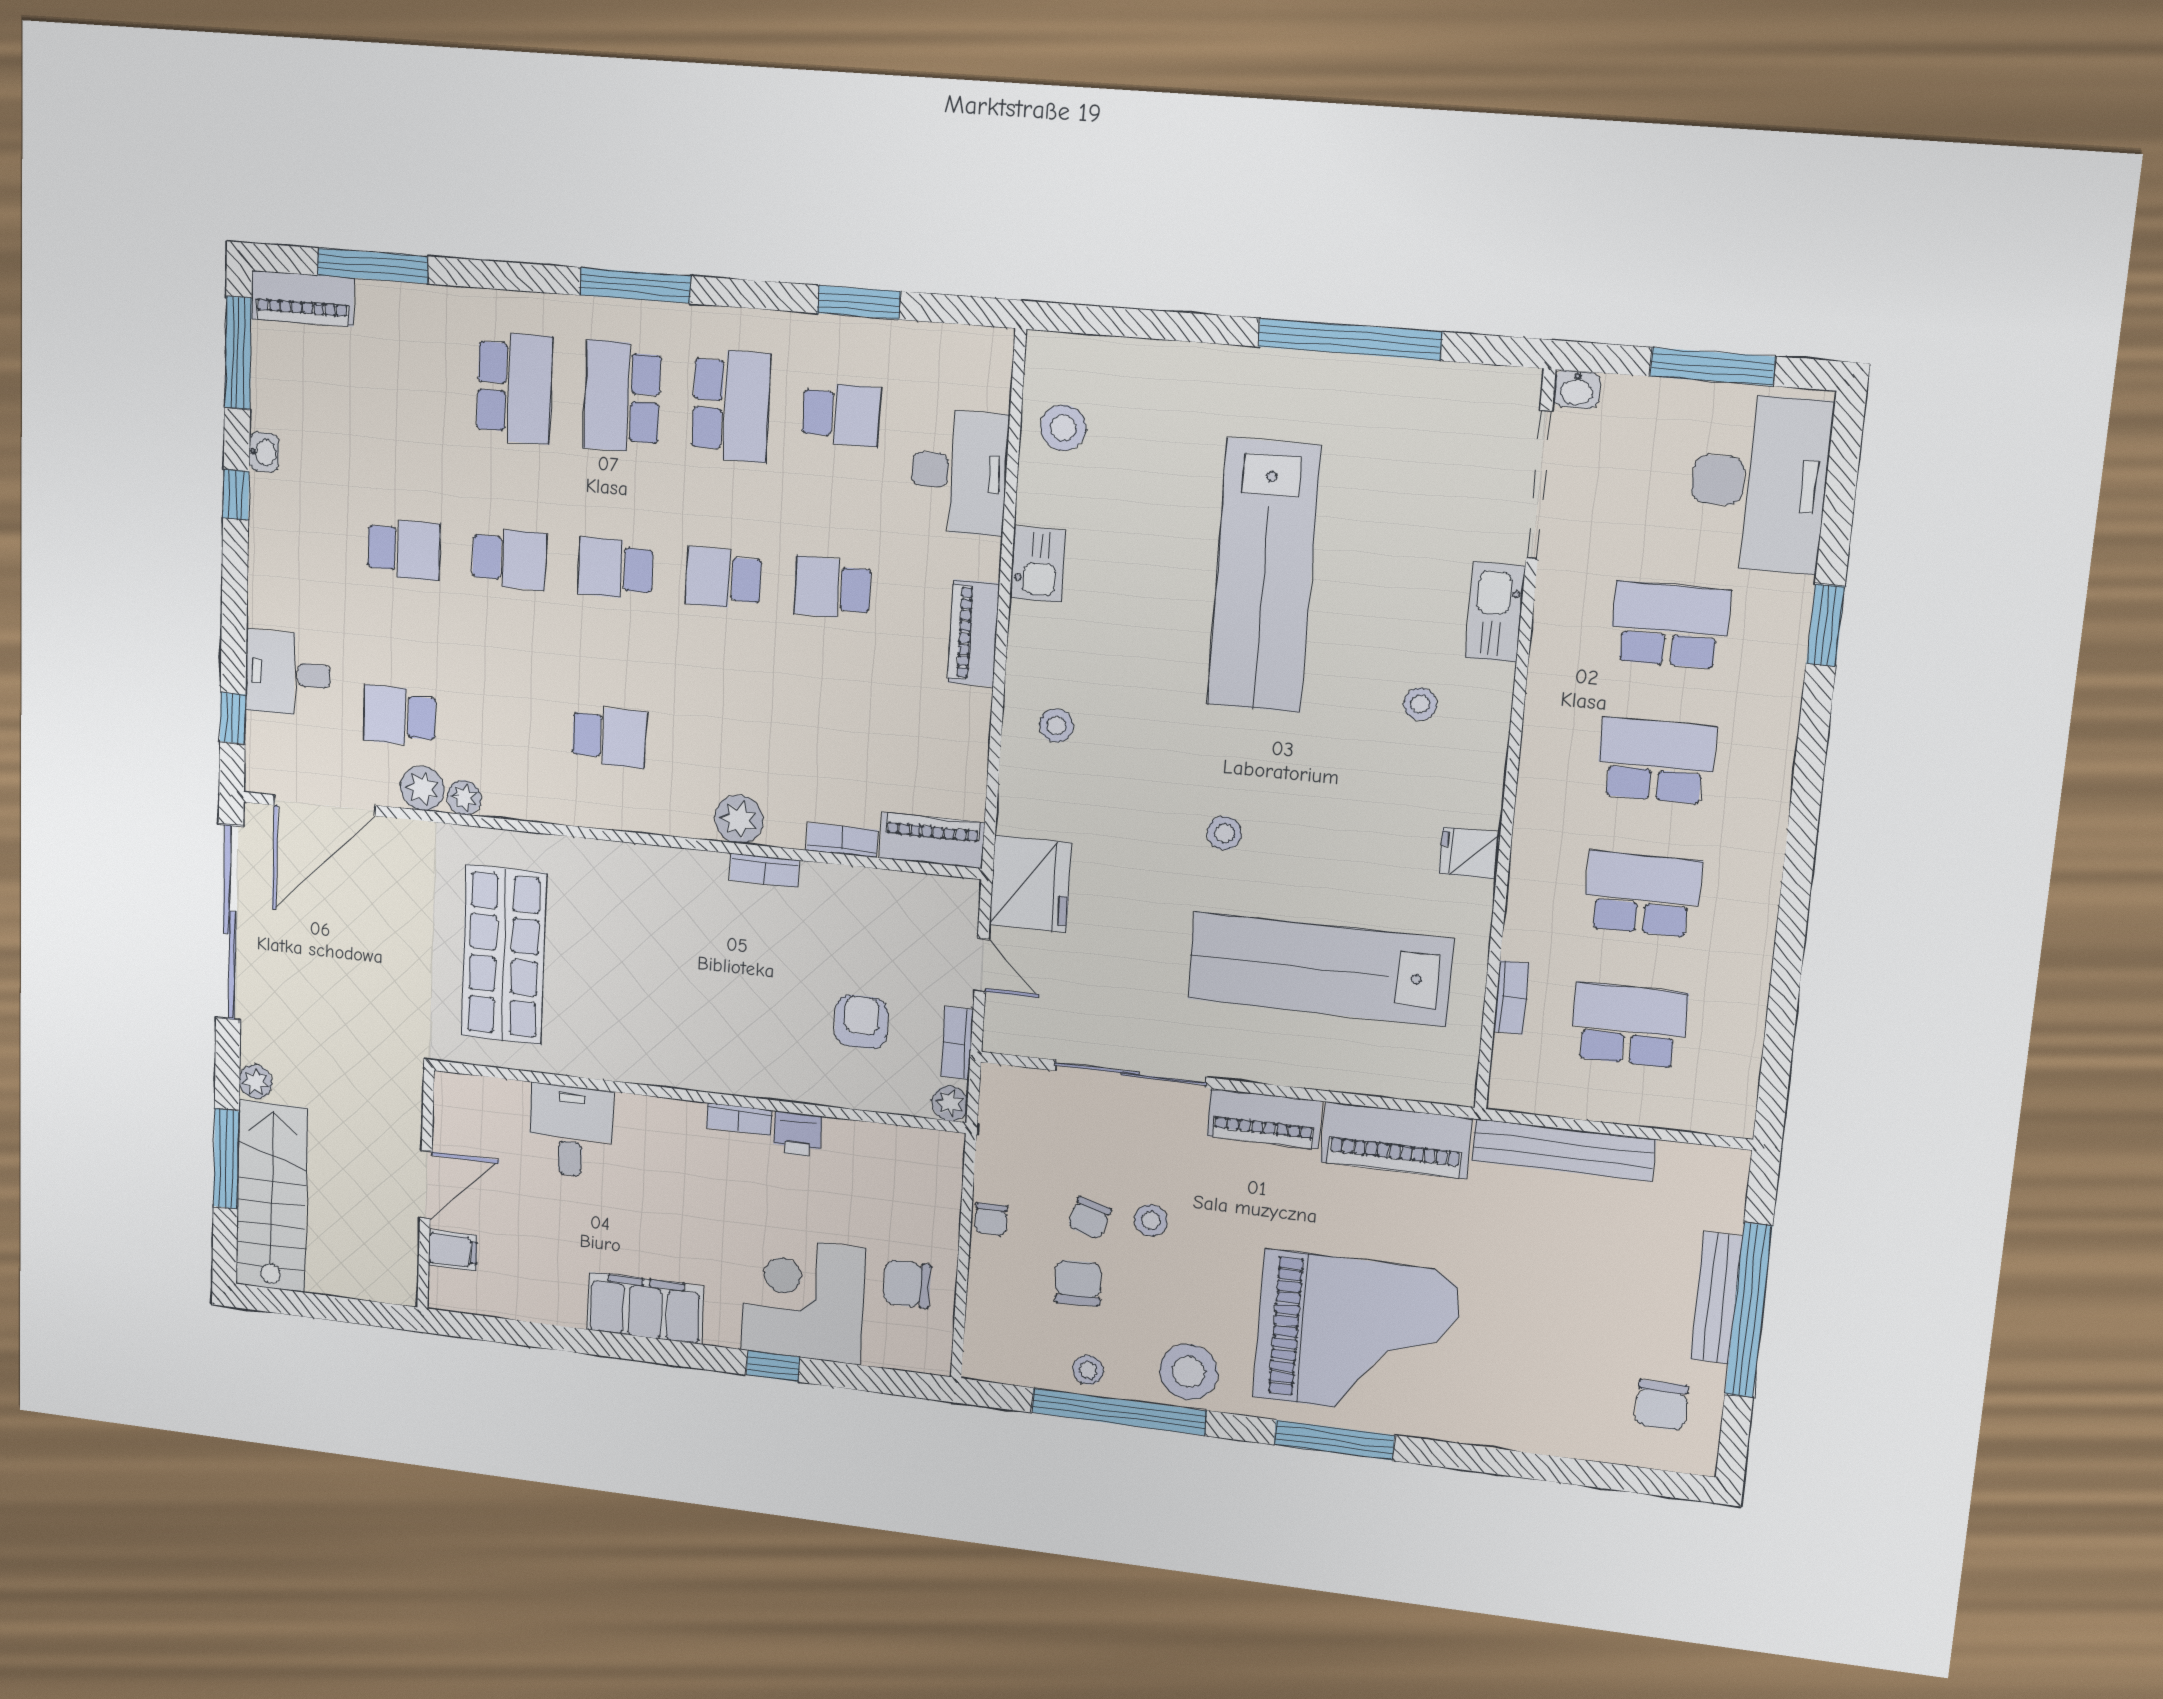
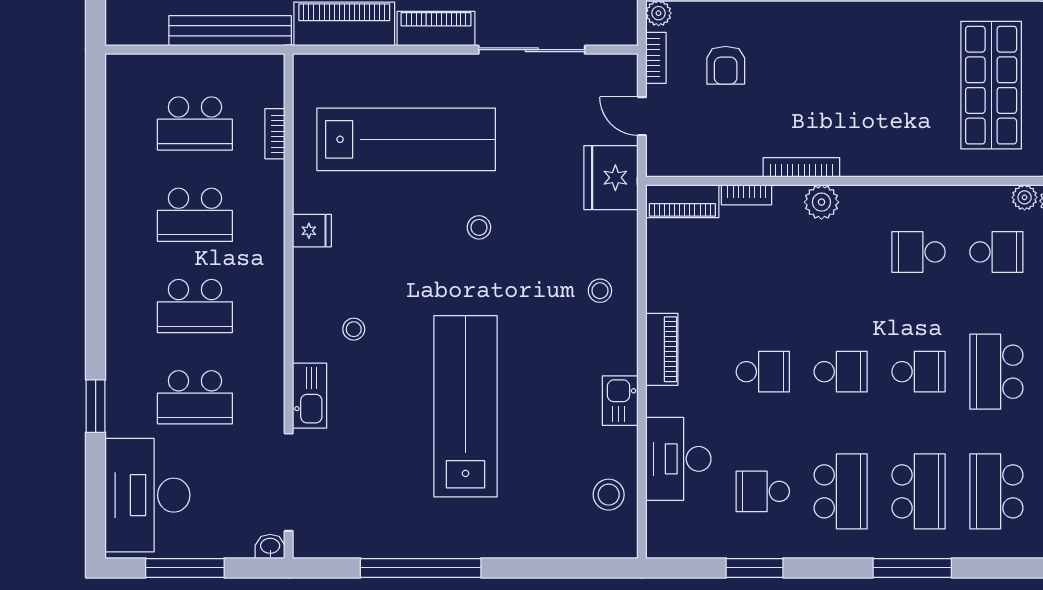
school desk: (731, 405) -> (841, 491), turned 180
school desk: (509, 559) -> (996, 372), width x1.85
school desk: (504, 726) -> (996, 252), added
bookcase: (764, 870) -> (801, 167), width x1.56

